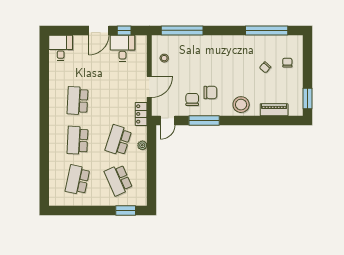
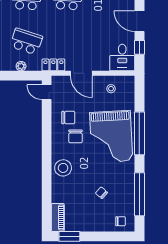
window: (182, 30) -> (139, 133), moved
desk: (122, 48) -> (122, 57), moved, turned 90
grand piano: (211, 58) -> (111, 137), added
chair: (287, 63) -> (121, 221), moved
piano: (274, 110) -> (58, 217), moved
window: (204, 120) -> (47, 130), removed

